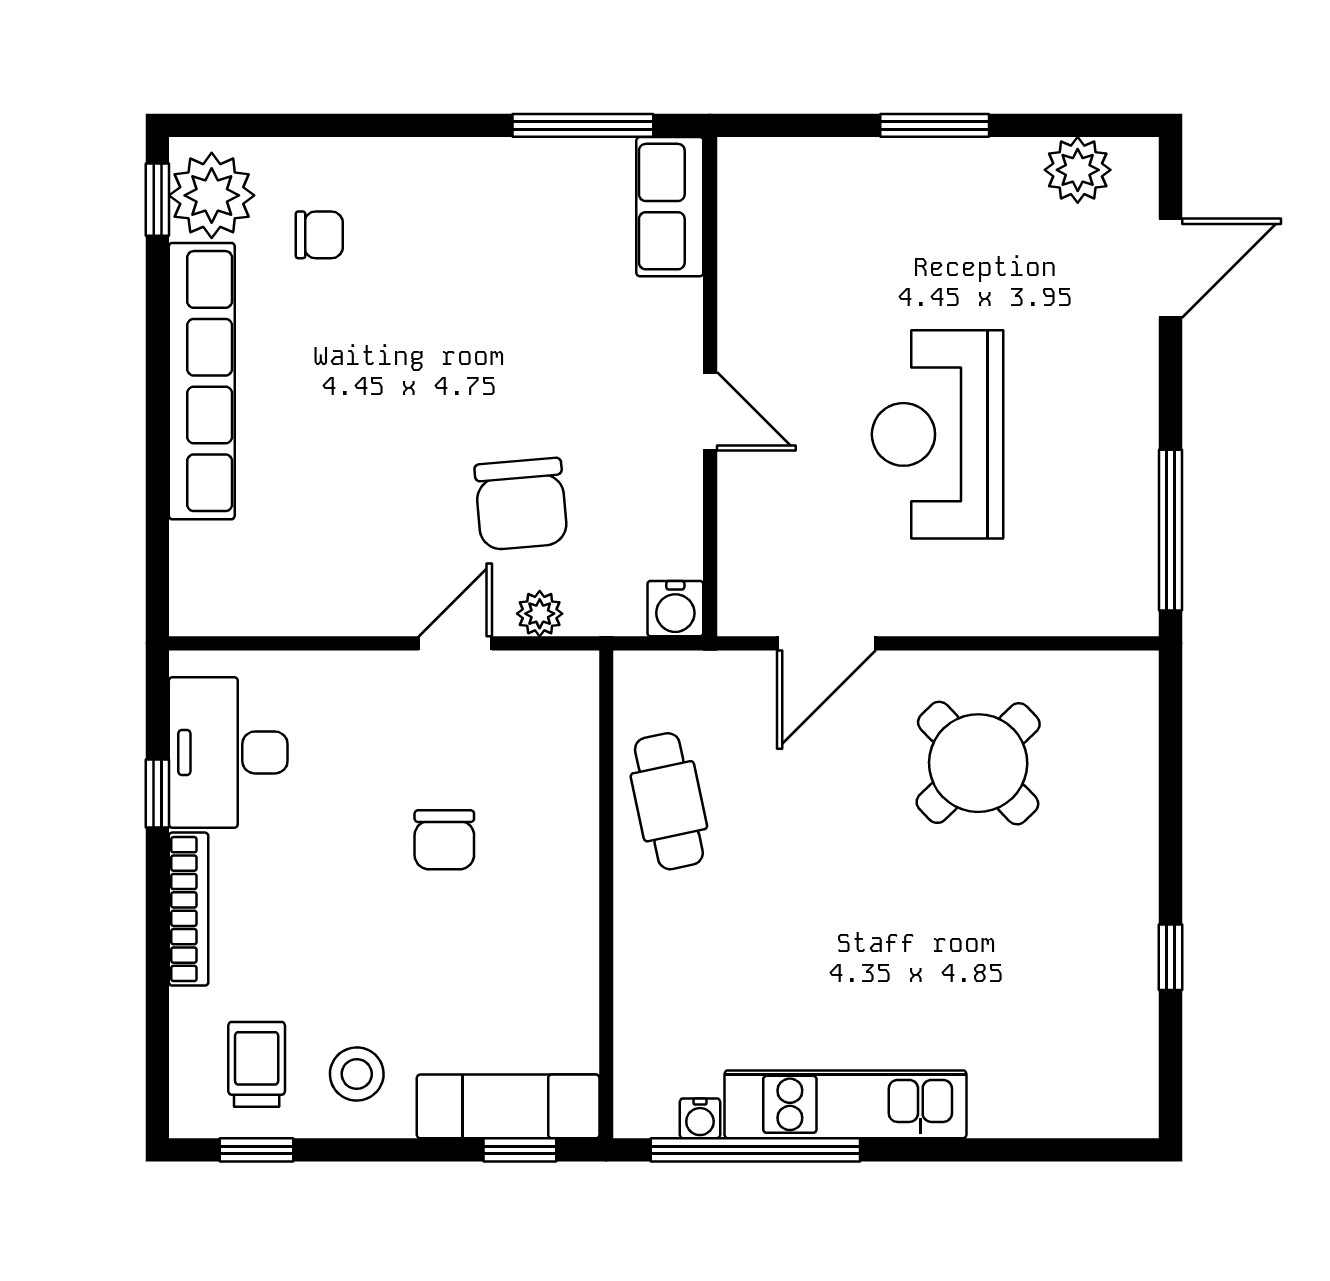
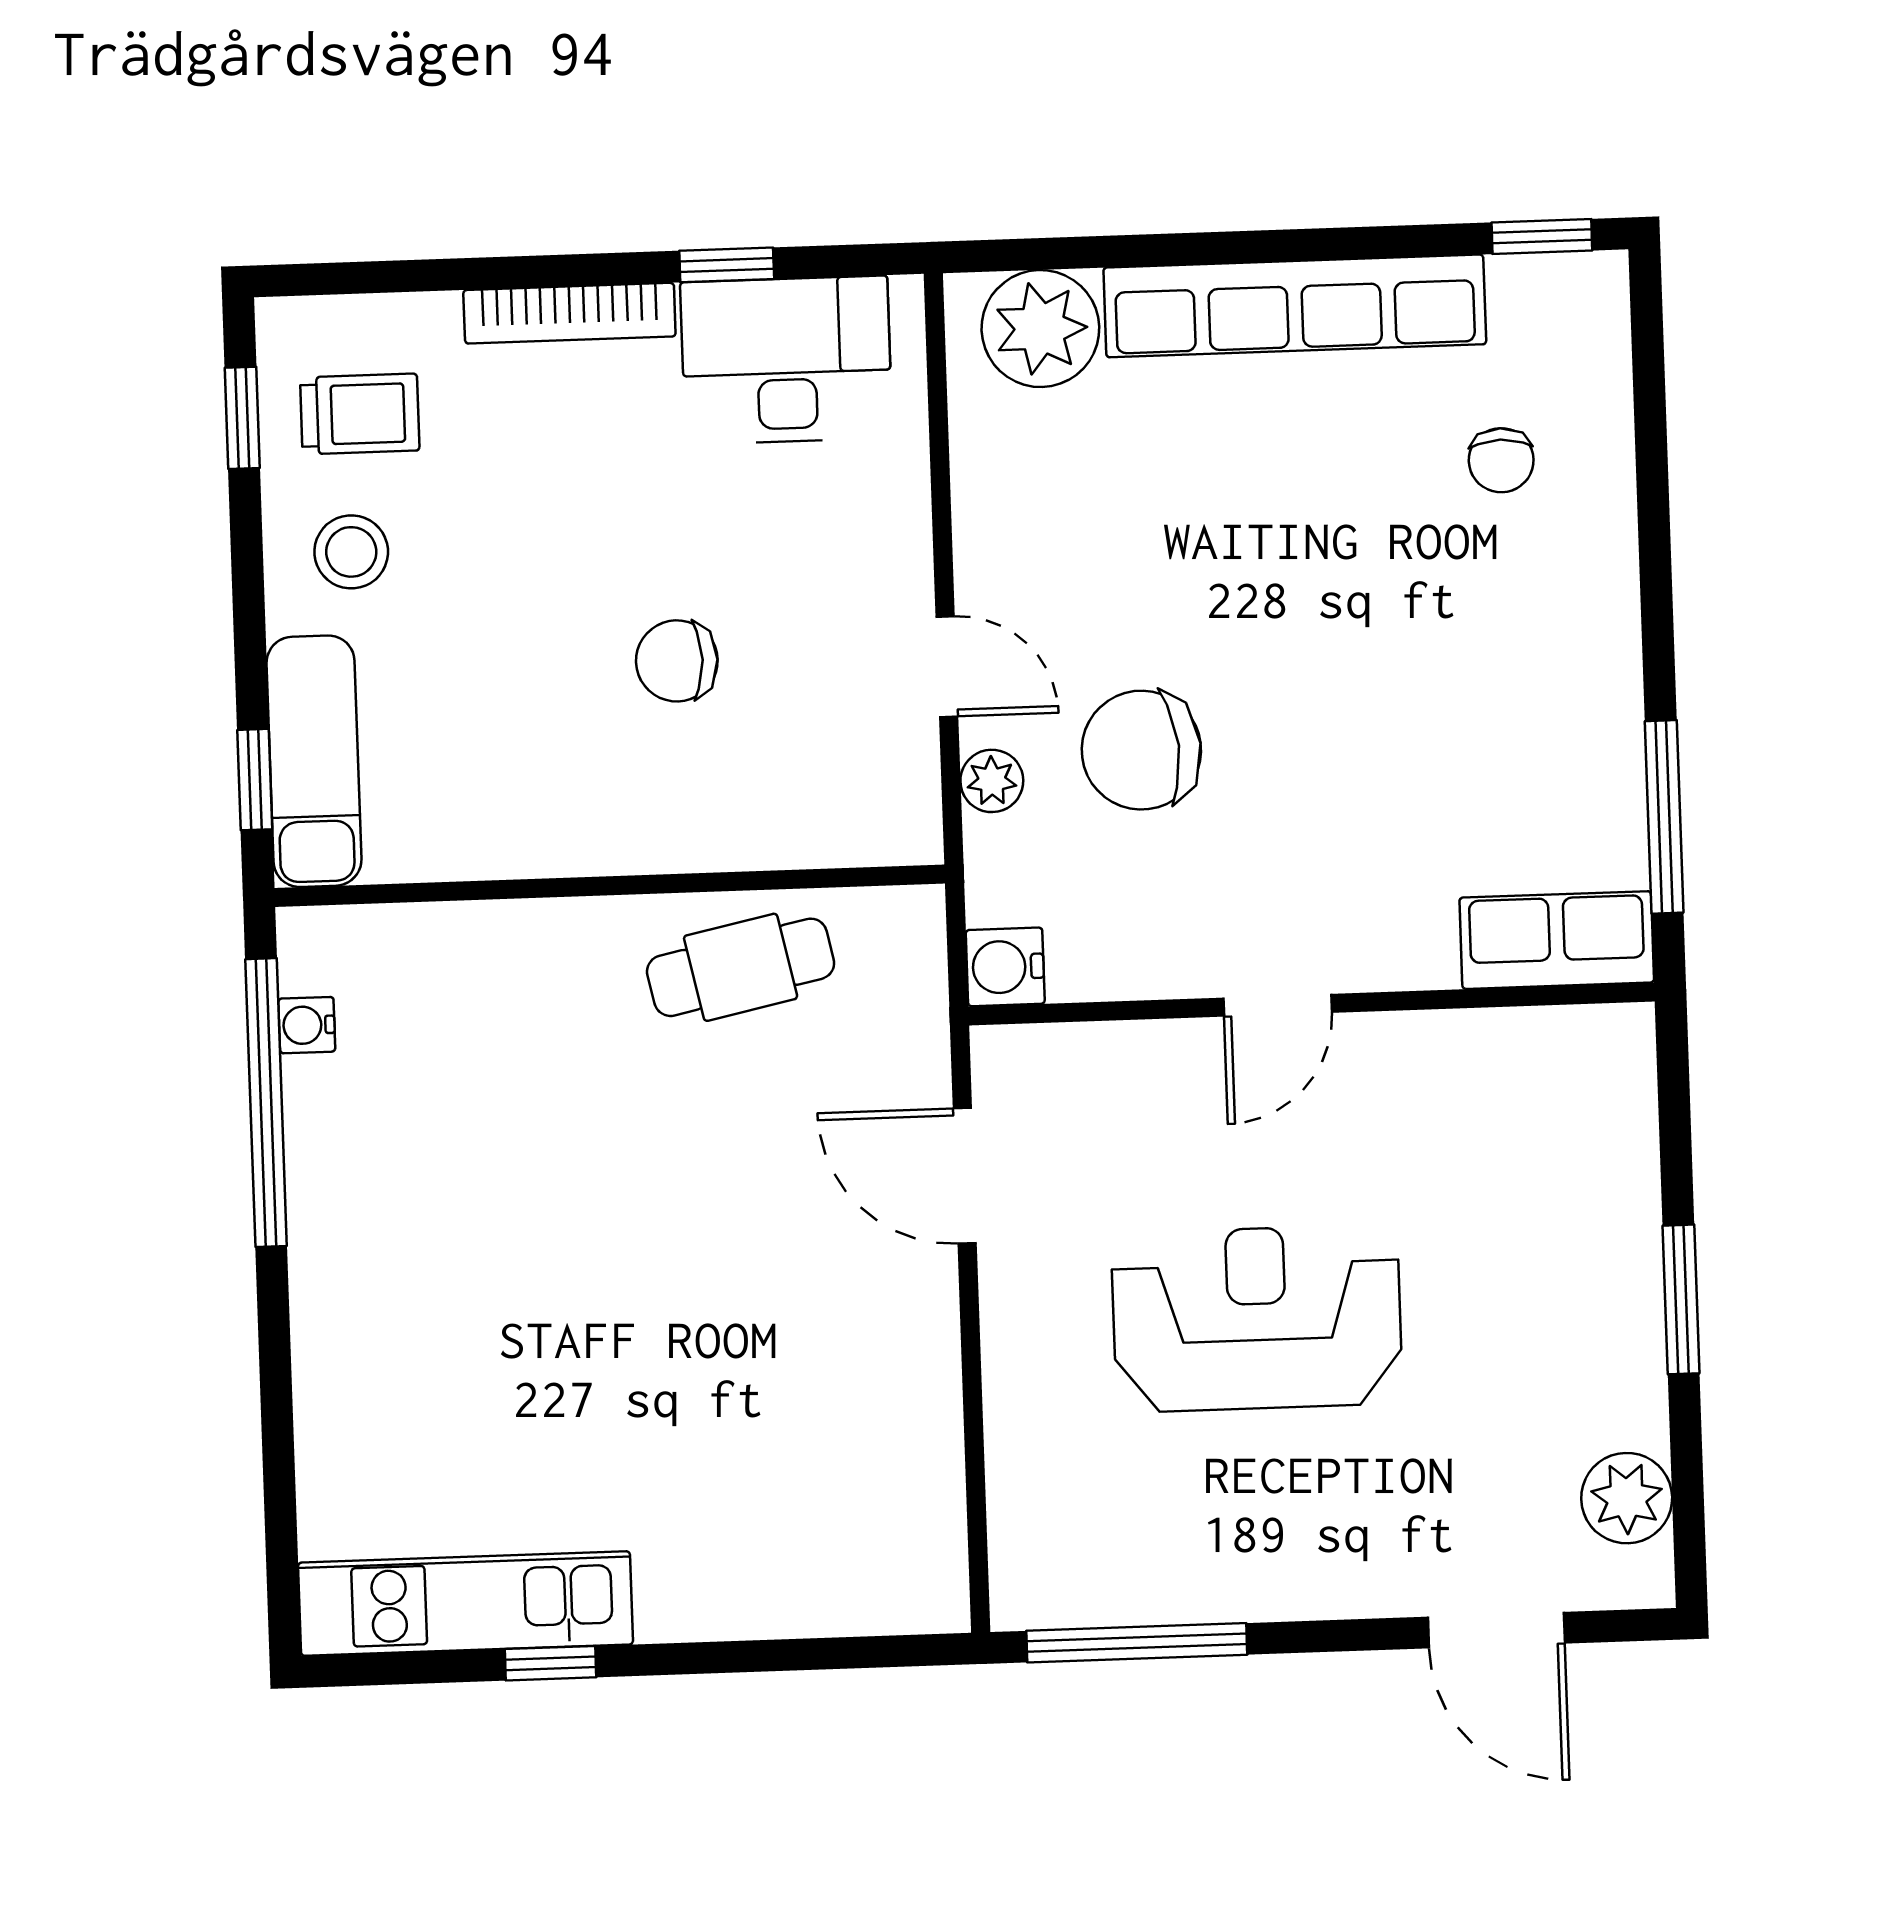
plant: (212, 195) -> (1040, 329), moved
round table: (978, 763) -> (808, 1390), removed
kitchen unit: (845, 1104) -> (465, 1604), moved, turned -90

